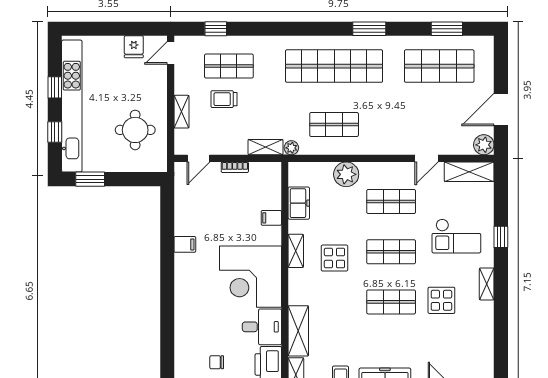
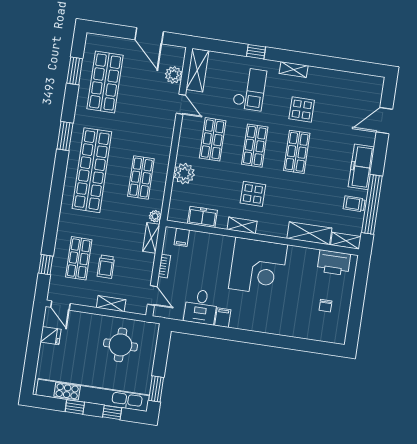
plant: (484, 145) -> (174, 75), moved
filing cabinet: (271, 218) -> (182, 237), moved
desk: (262, 327) -> (201, 307), moved, turned 180

